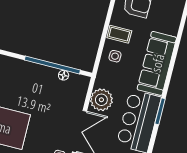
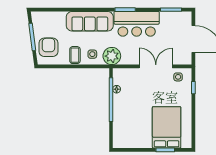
plant: (101, 100) -> (112, 56), moved

